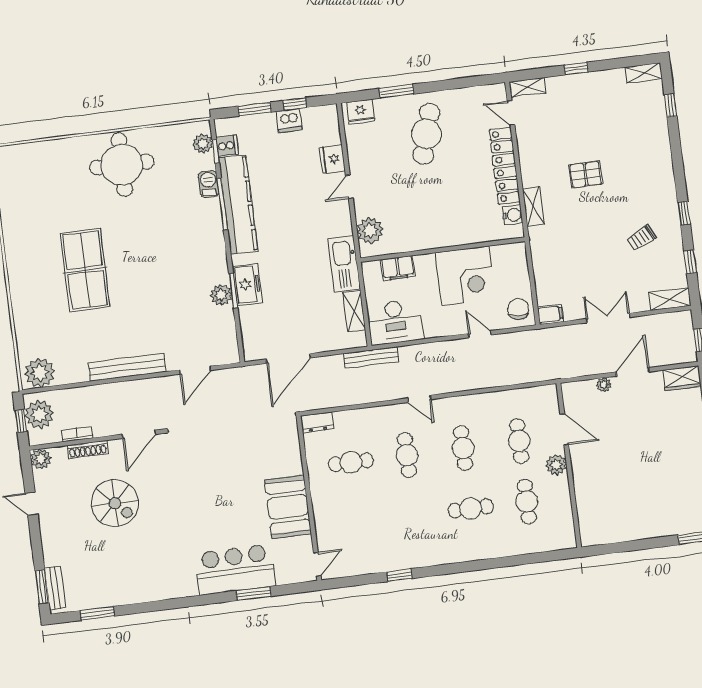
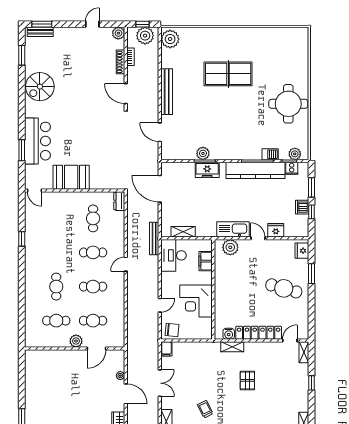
kitchen sink: (344, 264) -> (233, 229), moved
spiral stairs: (115, 503) -> (40, 87), moved

